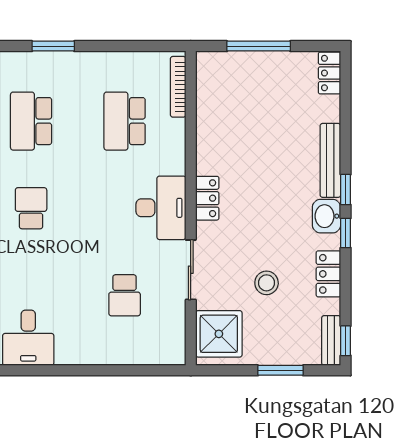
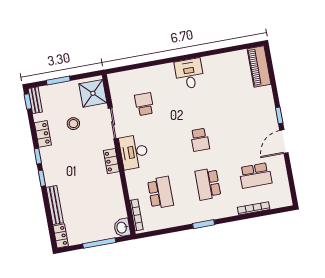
school desk: (31, 121) -> (208, 184), turned 180
bench: (330, 160) -> (55, 205), moved
washbasin: (327, 216) -> (122, 228), moved, turned 180

